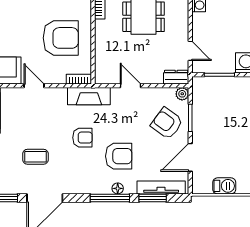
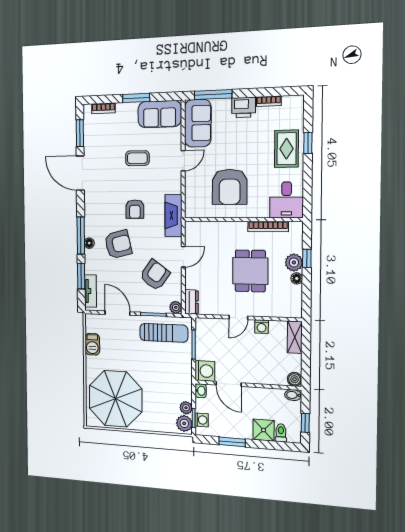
door: (190, 51) -> (238, 318), moved
bookcase: (79, 79) -> (189, 206), removed
sun lounger: (209, 107) -> (164, 333), added
armchair: (167, 123) -> (155, 275), moved
armchair: (119, 156) -> (118, 244), turned -104
coffee table: (35, 157) -> (137, 158), moved, turned 90
tv unit: (161, 188) -> (90, 291), width x0.71

